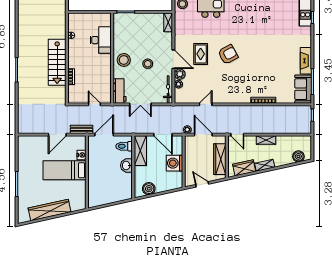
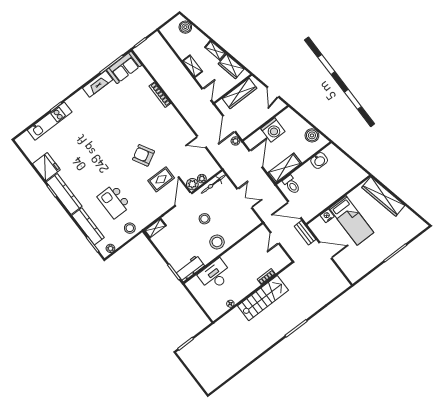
workbench: (120, 91) -> (190, 268), moved
washbasin: (126, 166) -> (319, 160), moved
wardrobe: (50, 210) -> (383, 196), moved

